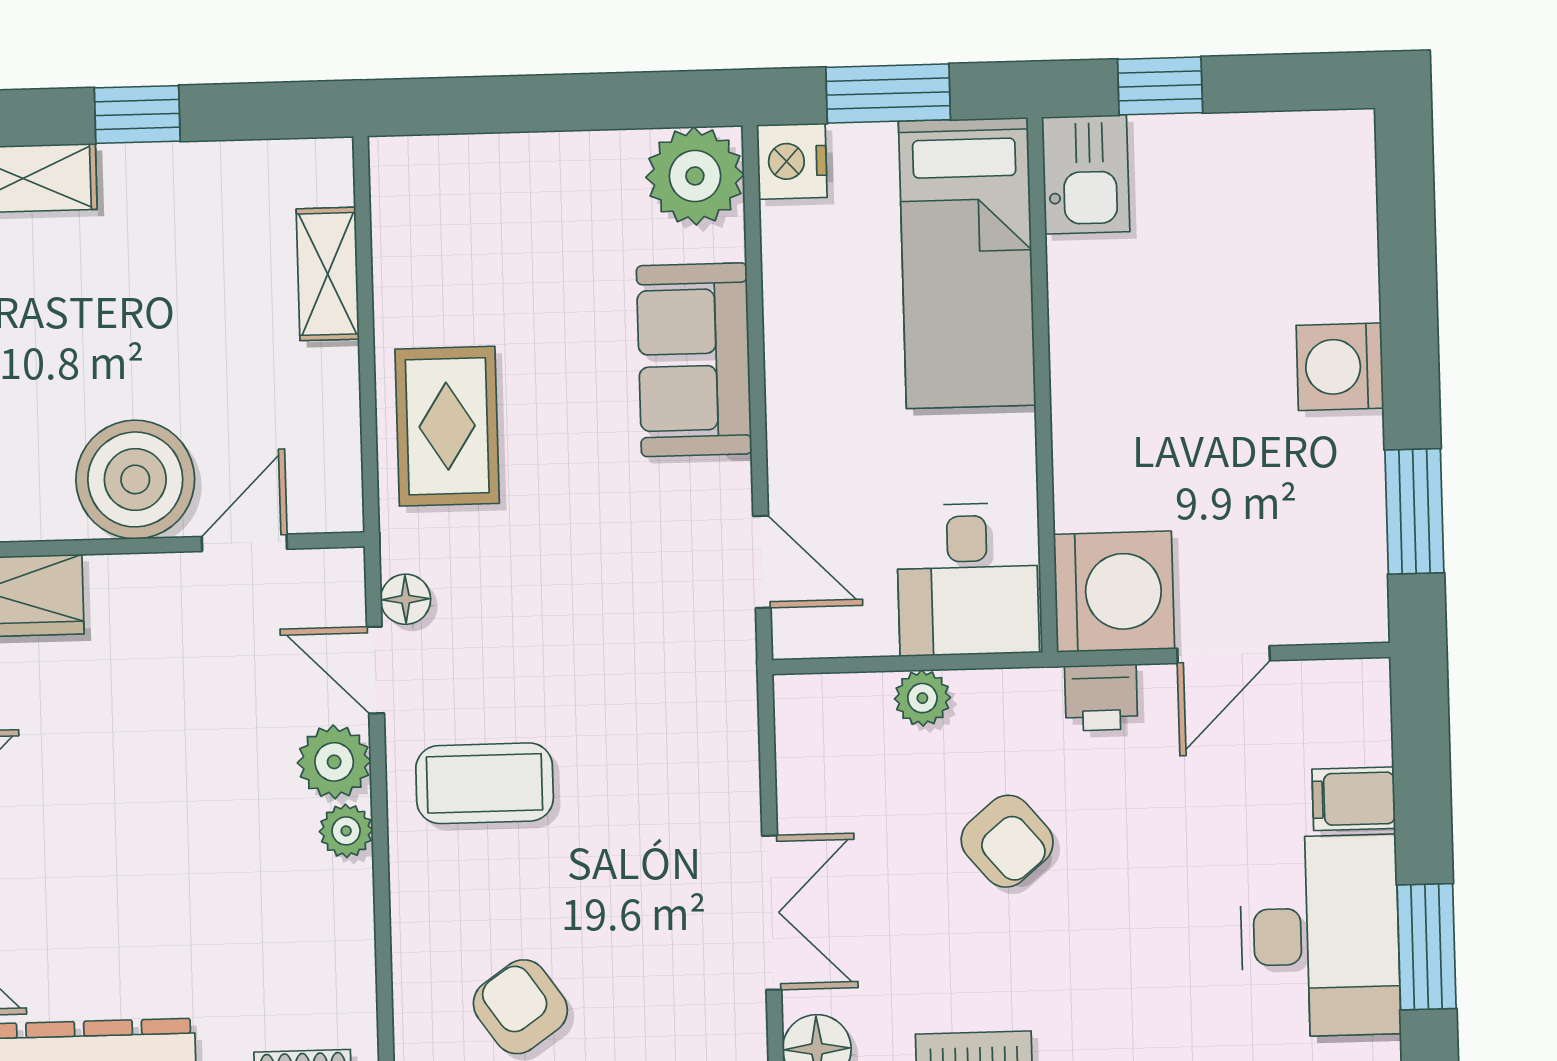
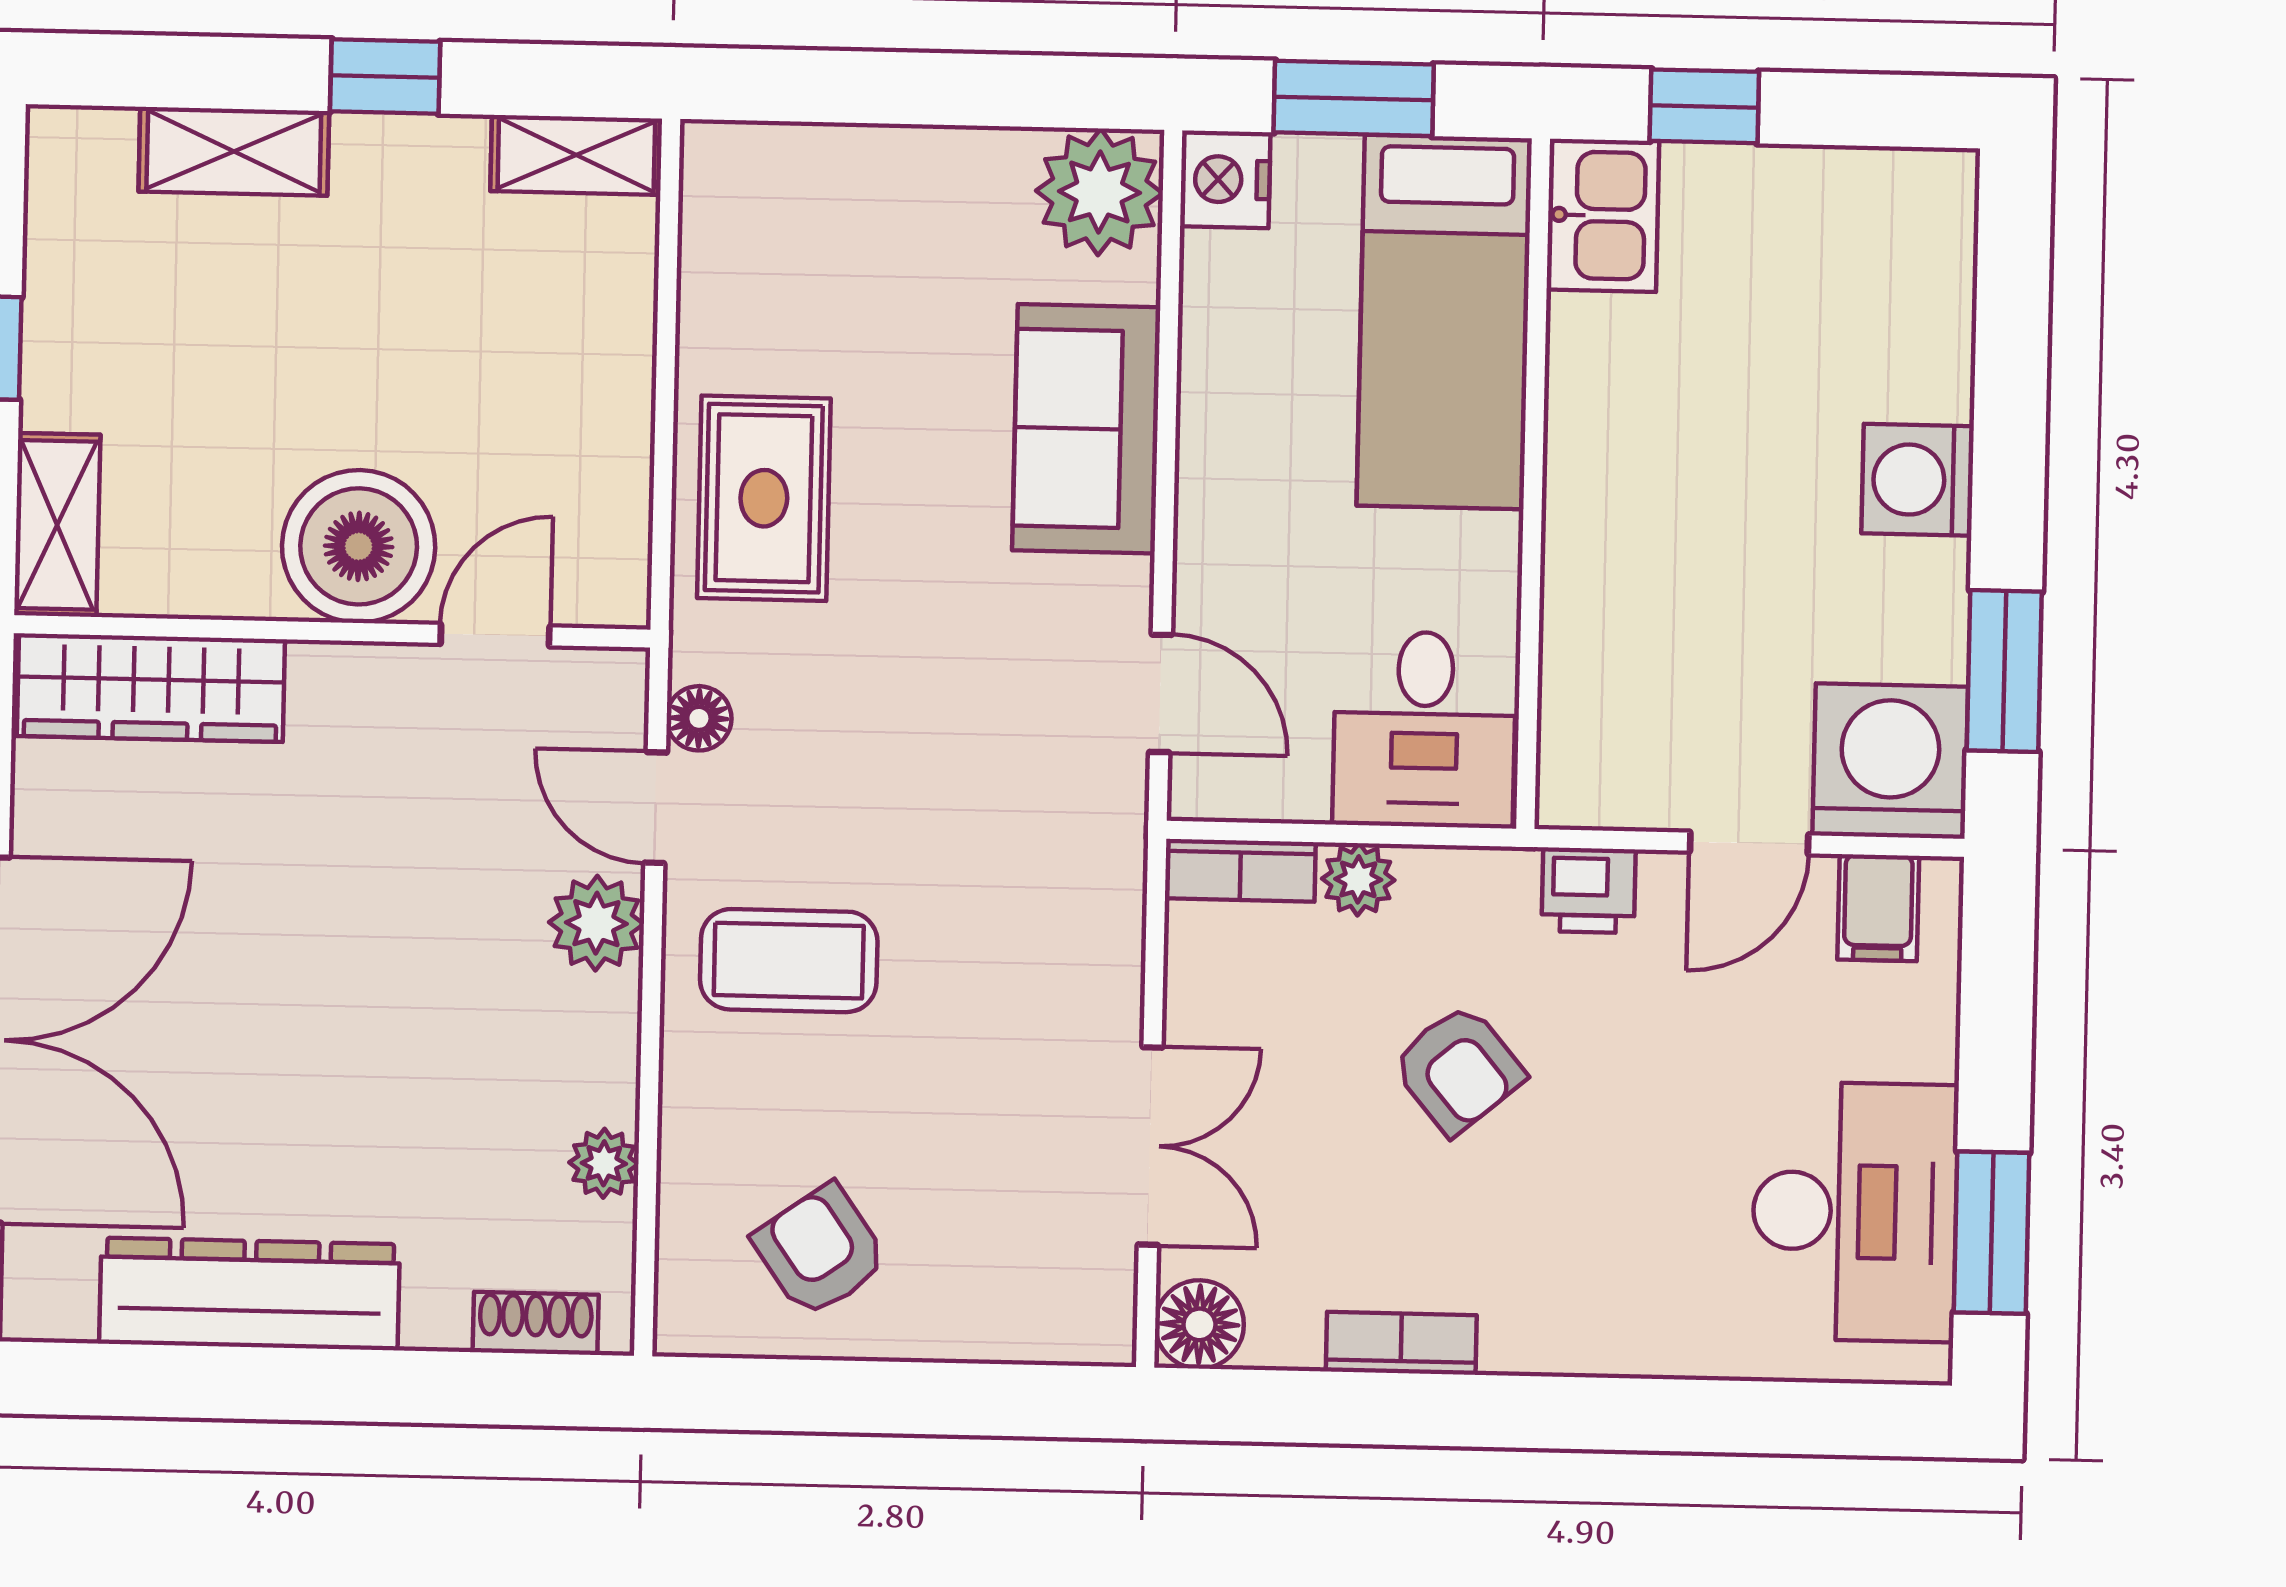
shelving: (328, 274) -> (576, 155), moved, turned 90
washing machine: (1114, 592) -> (1890, 761), moved, turned -90
bookcase: (831, 696) -> (1240, 870), added
filing cabinet: (1354, 799) -> (1878, 908), moved, turned -90
plant: (346, 831) -> (604, 1163), moved

